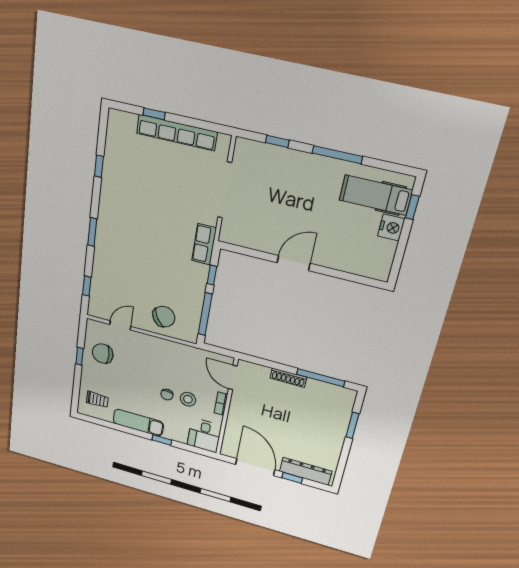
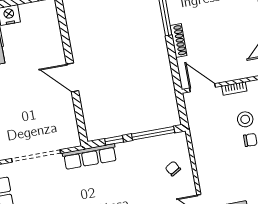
row of seats: (204, 244) -> (90, 157), width x1.48
chair: (164, 317) -> (173, 169), width x0.54, depth x0.54
door: (233, 377) -> (202, 88), swing flipped

